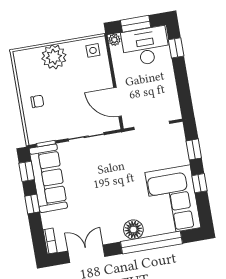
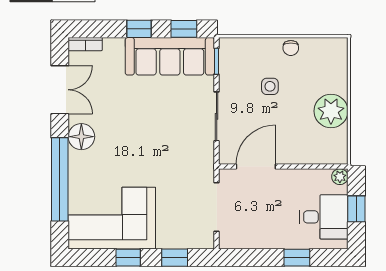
window: (136, 24) -> (356, 209), width x0.67
desk: (146, 46) -> (324, 217), width x0.73
window: (176, 48) -> (297, 258), moved
side table: (93, 50) -> (270, 86), moved
plant: (54, 57) -> (331, 111), moved
chair: (37, 101) -> (291, 48), moved
floor lamp: (133, 230) -> (81, 137), moved

